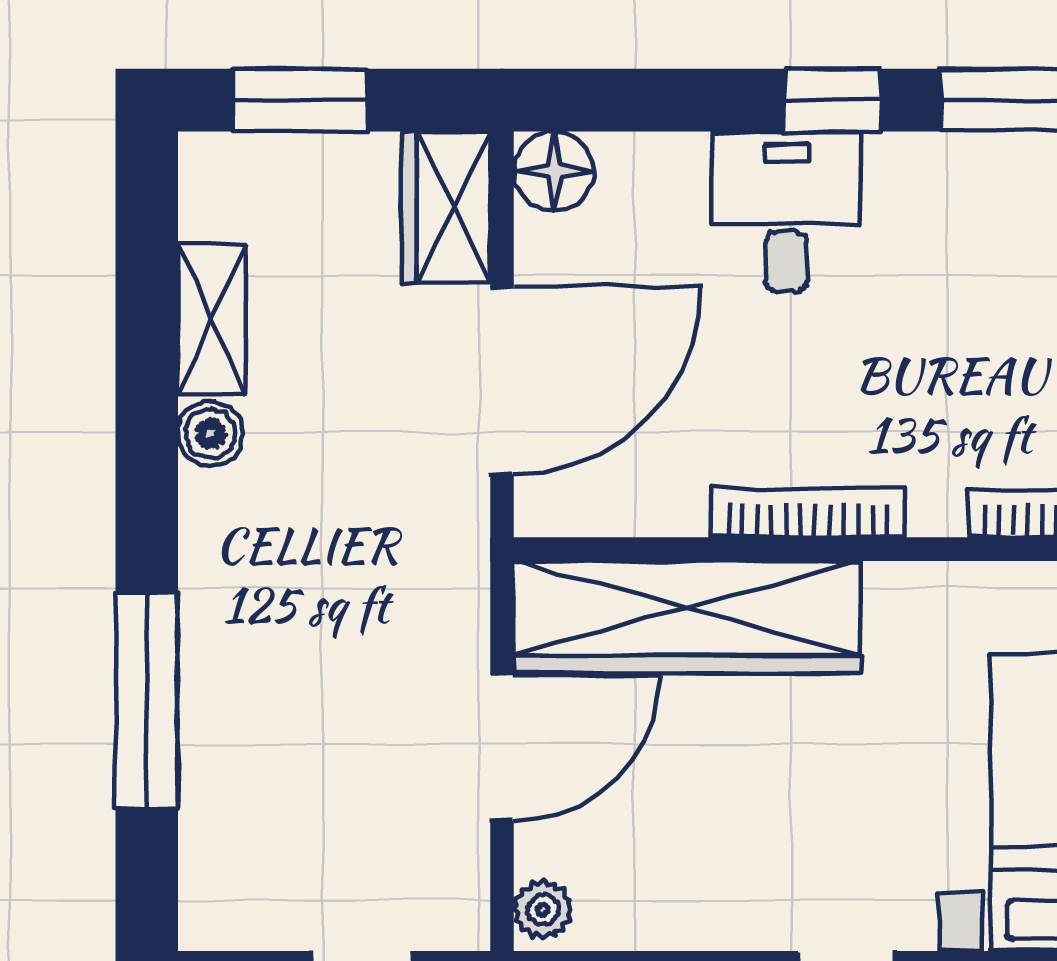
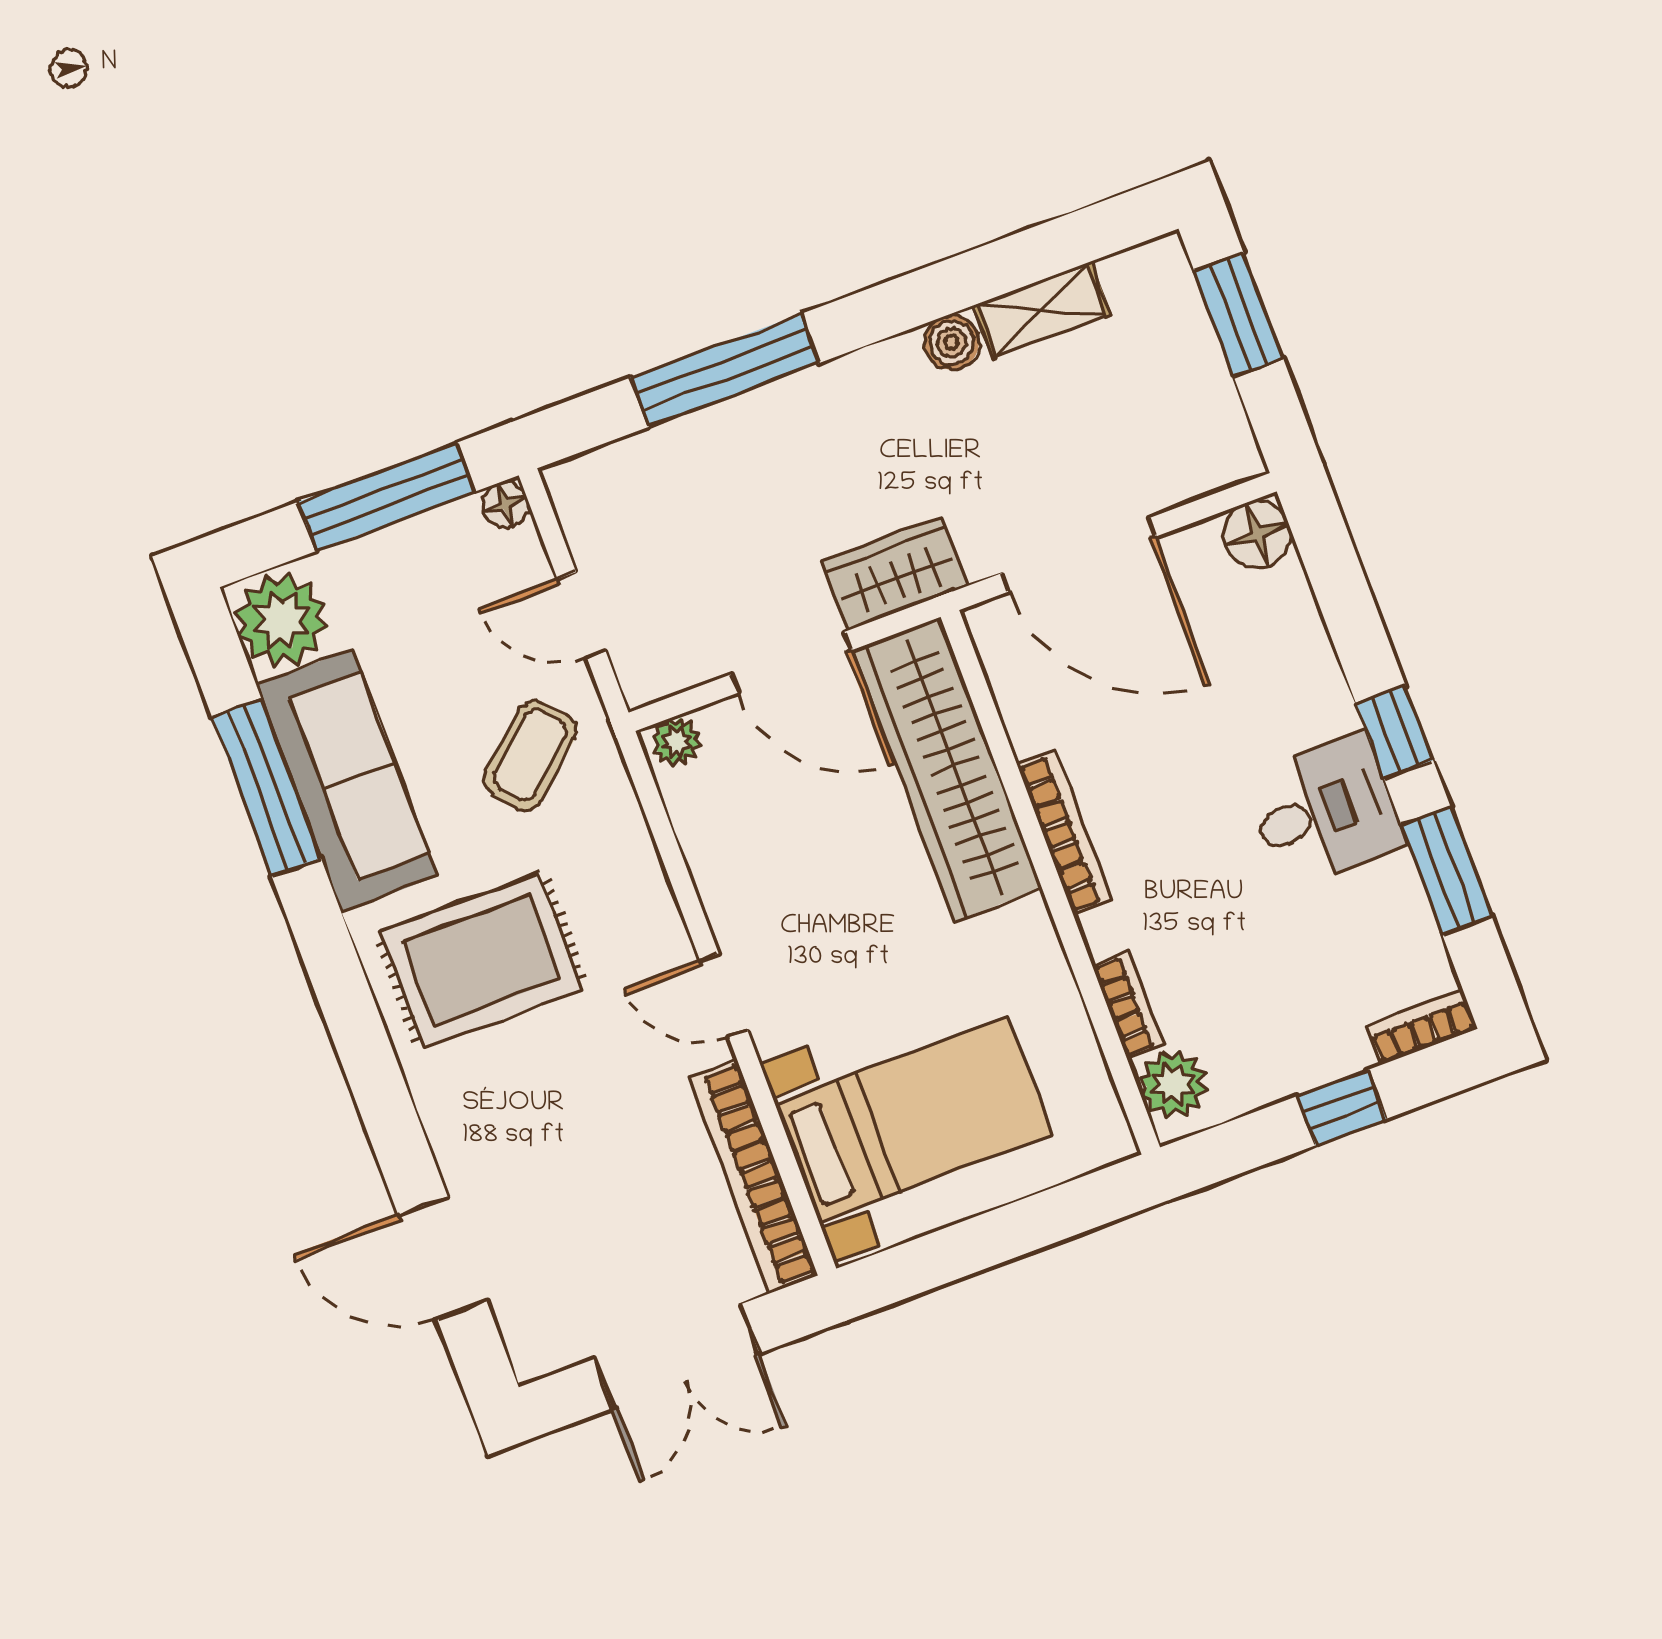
wardrobe: (446, 207) -> (895, 574), moved
desk: (786, 212) -> (1325, 811), moved

